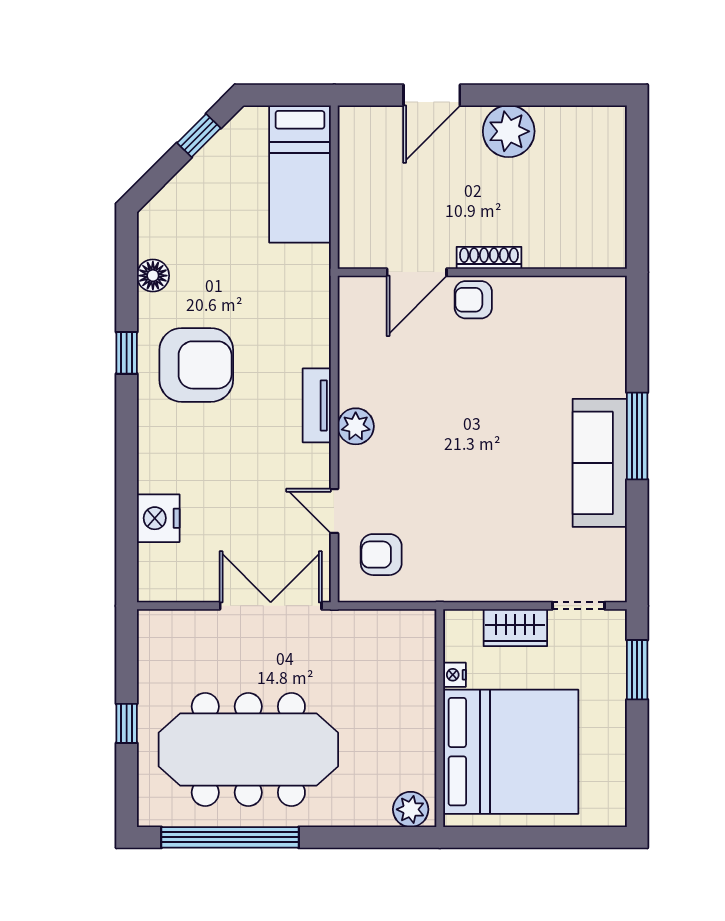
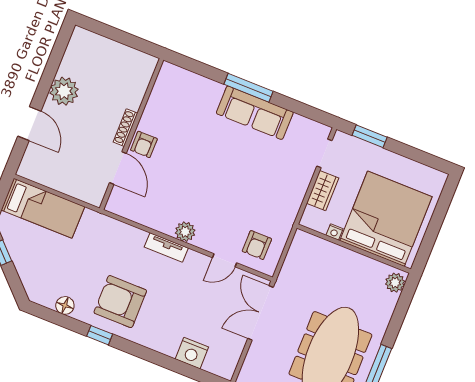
armchair: (196, 365) -> (120, 302), turned -90

